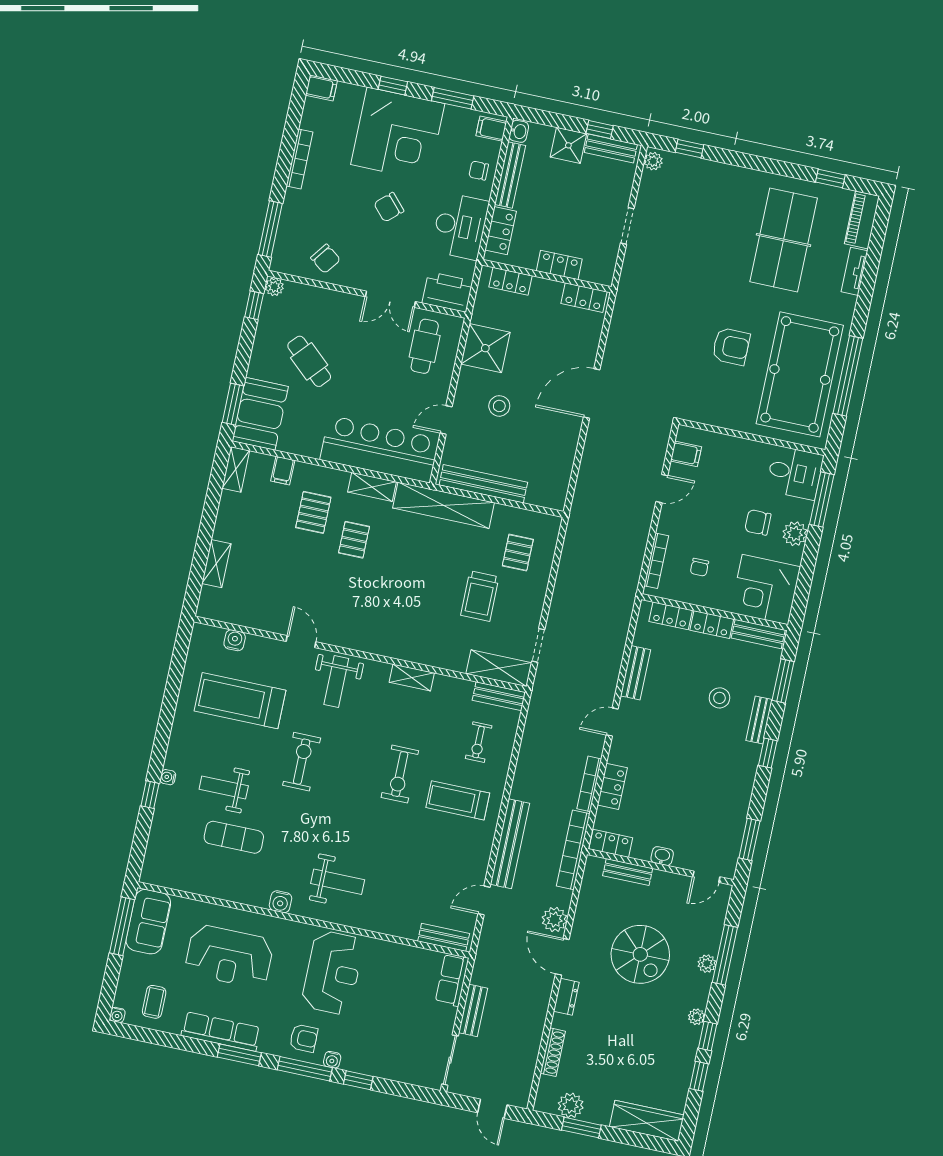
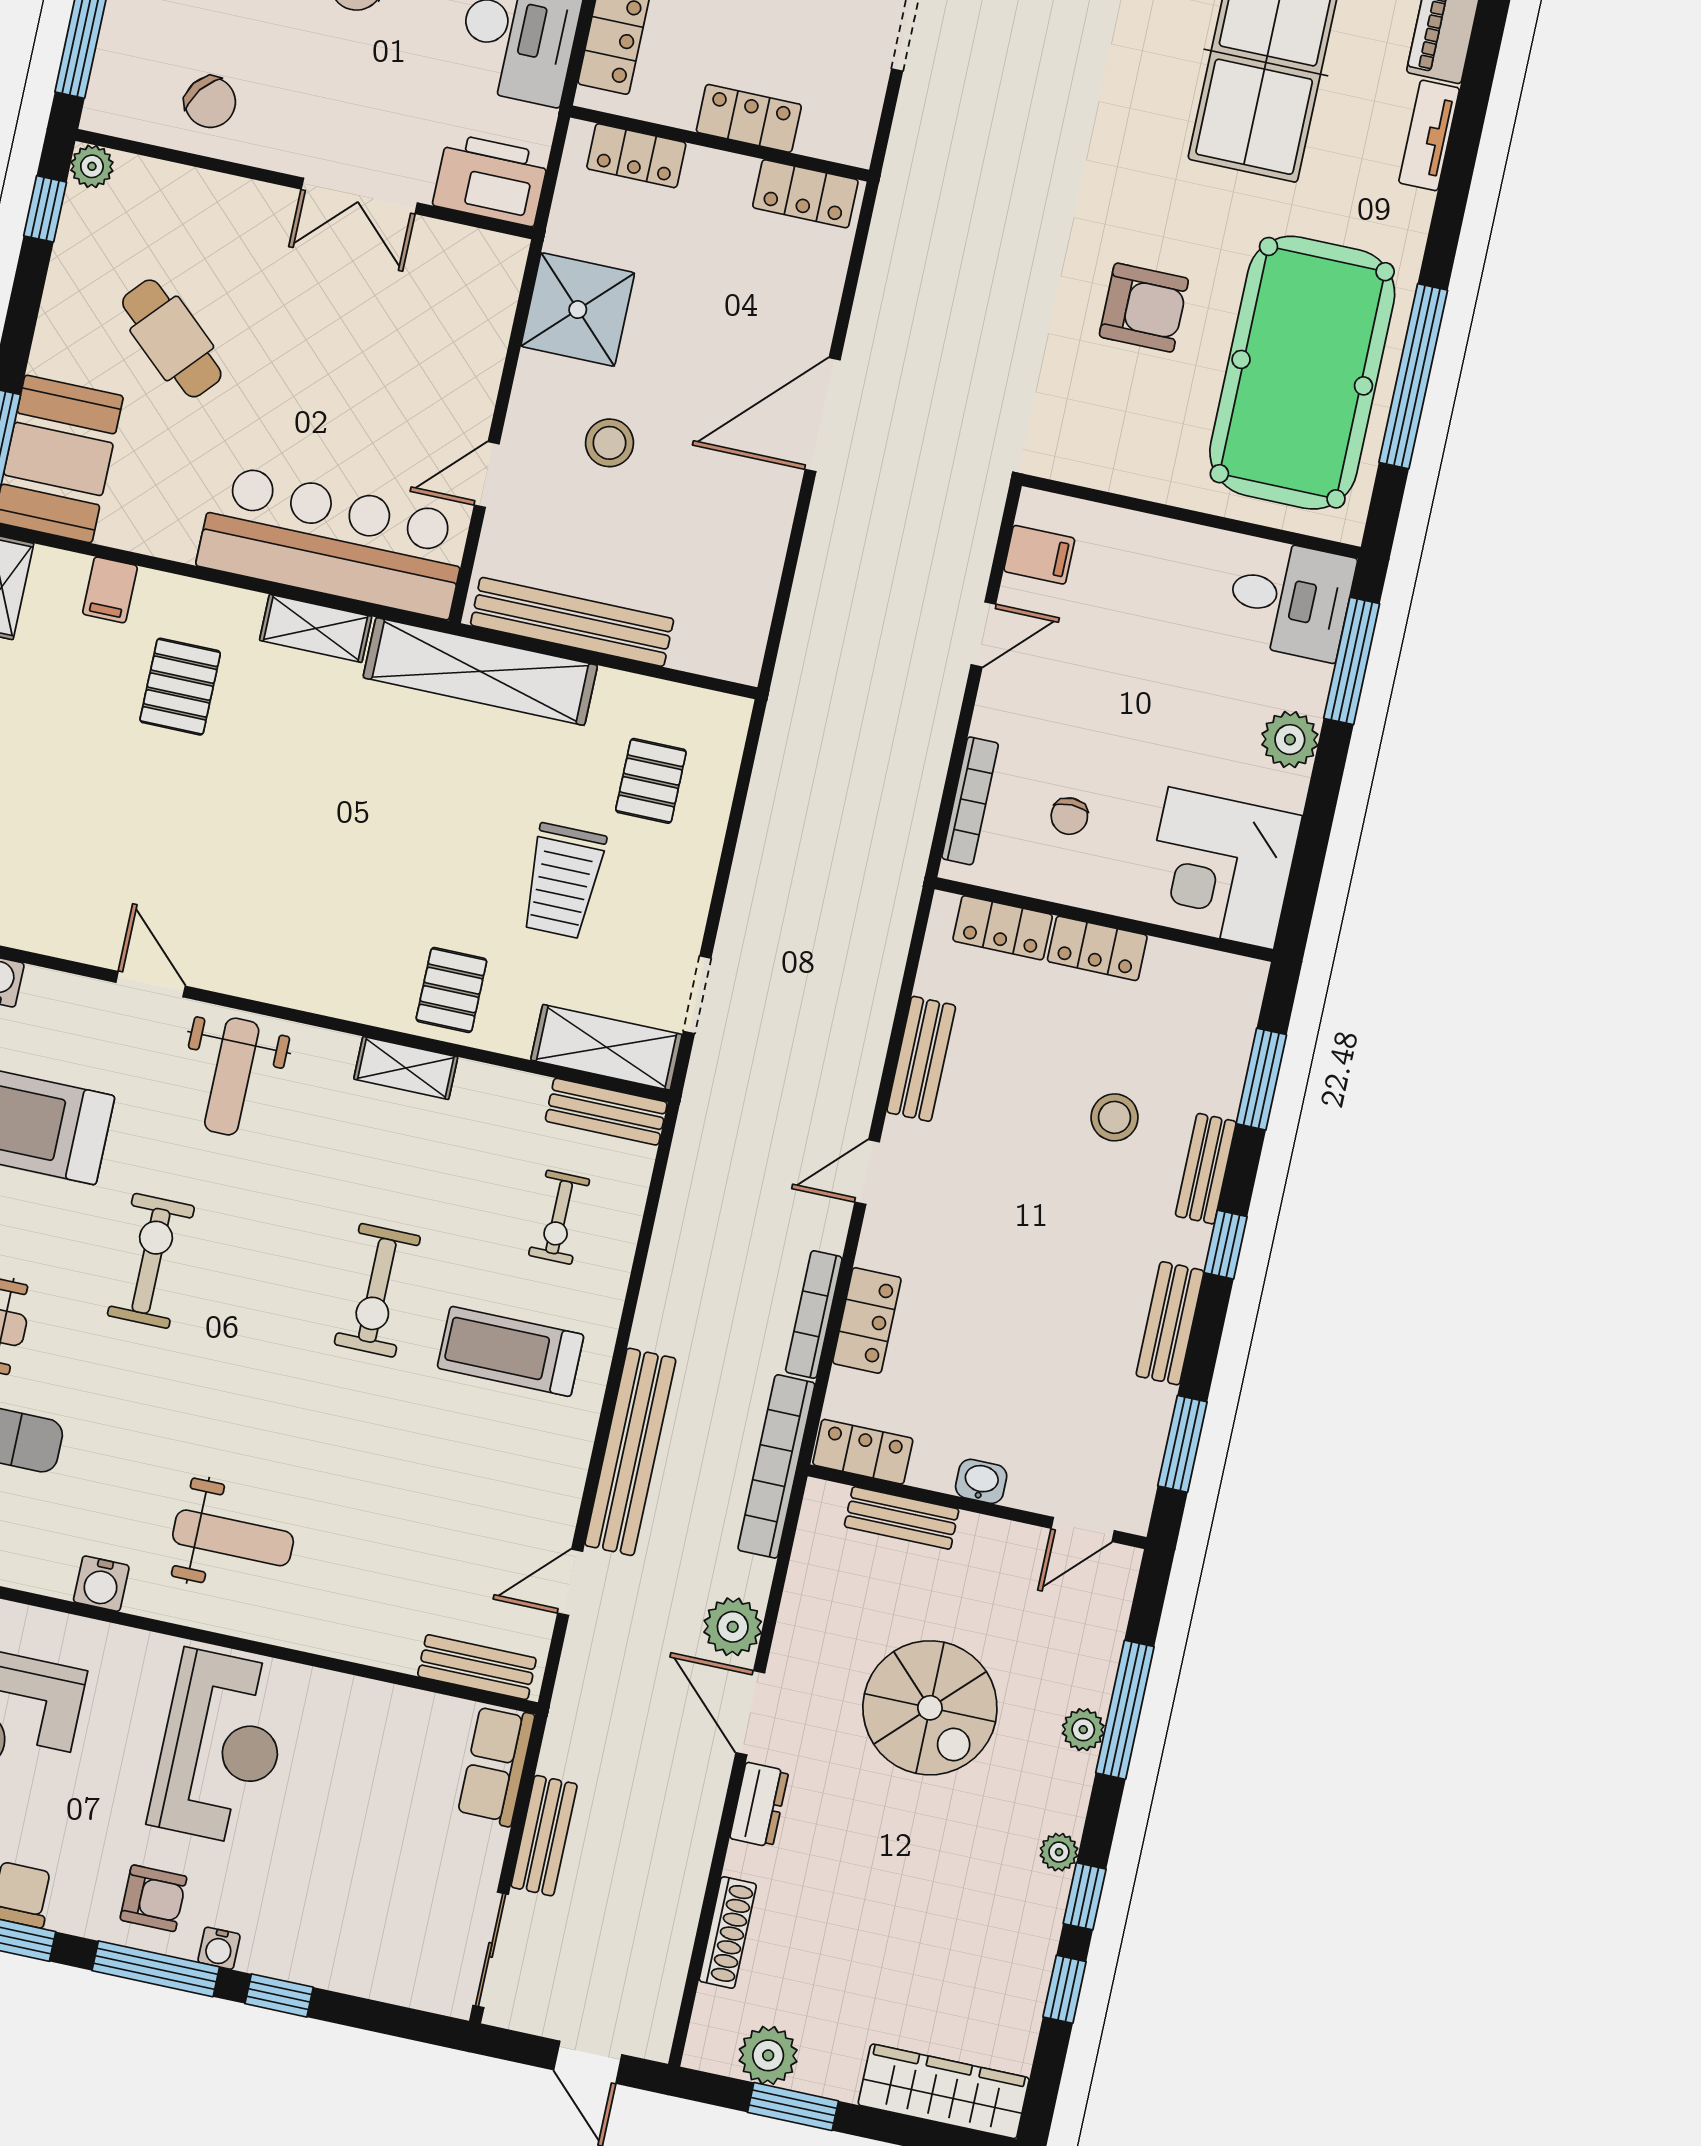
cafe table: (425, 346) -> (438, 305), removed
chair: (758, 522) -> (1204, 713), removed
pallet: (354, 540) -> (451, 990), moved
bench: (758, 634) -> (1170, 1323), moved, turned 90

